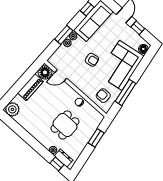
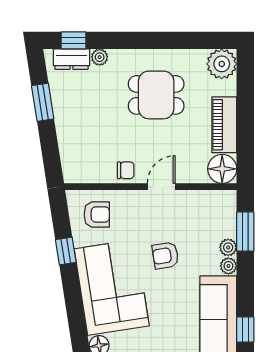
window: (64, 35) -> (245, 232), moved
door: (61, 75) -> (161, 187), moved
window: (125, 92) -> (66, 251), width x0.46
dining table: (65, 125) -> (156, 95), moved, turned 90
window: (96, 138) -> (43, 102), moved

